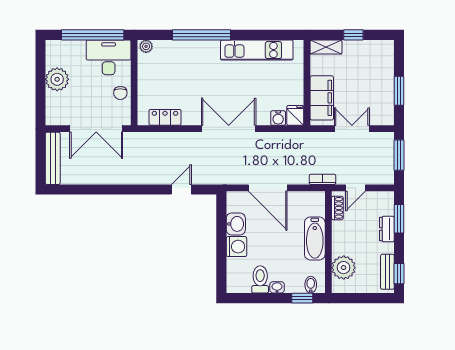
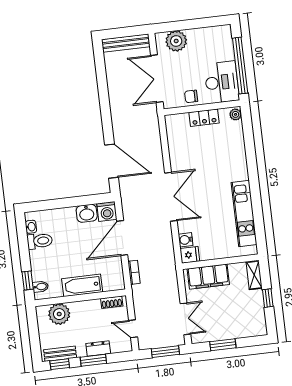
window: (201, 35) -> (252, 163), removed
plant: (57, 79) -> (176, 41), moved
locker: (165, 117) -> (204, 118), moved, turned 90
double door: (352, 129) -> (185, 319), moved
bookcase: (322, 179) -> (134, 272), moved
door: (355, 188) -> (133, 329), moved
door: (181, 190) -> (112, 161), width x1.87
window: (399, 219) -> (93, 360), moved
washing machine: (236, 247) -> (107, 212), moved
washbasin: (277, 287) -> (31, 227), moved

